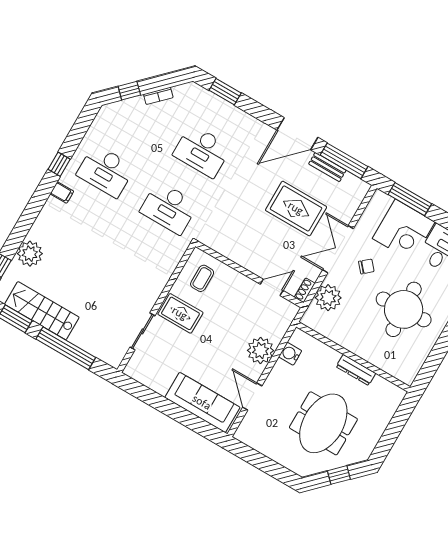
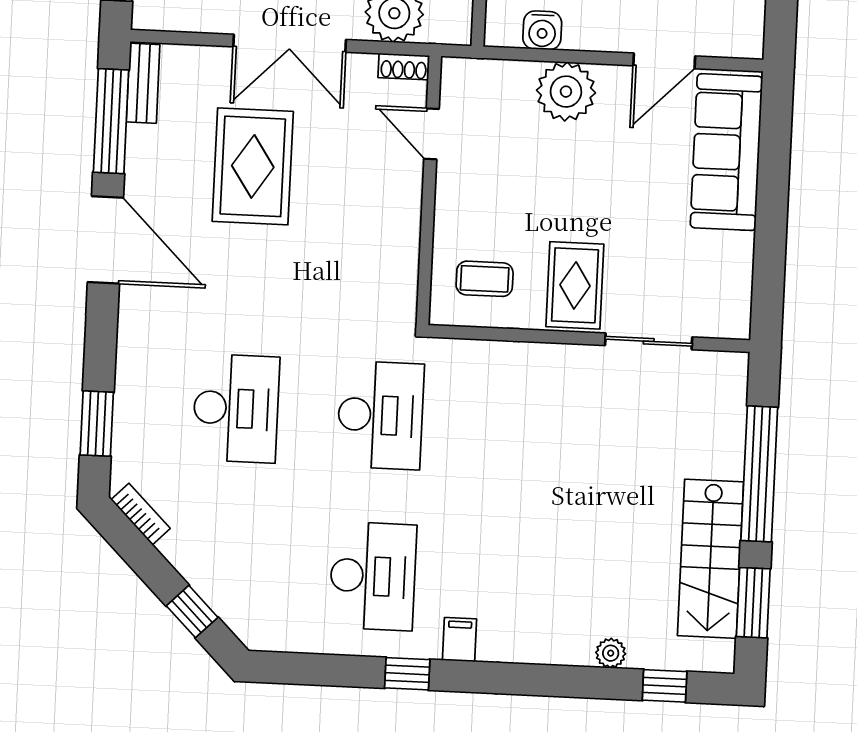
bookcase: (158, 96) -> (141, 514), moved
bench: (327, 167) -> (143, 83), moved
plant: (30, 254) -> (611, 653), width x0.53, depth x0.53

